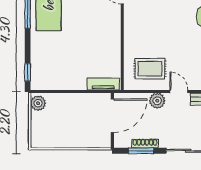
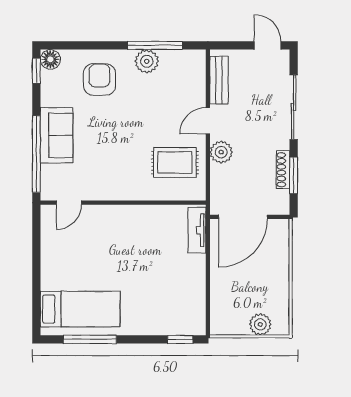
rug: (150, 69) -> (175, 162), turned 90
plant: (38, 103) -> (260, 324), moved
door: (112, 116) -> (243, 217), swing flipped

